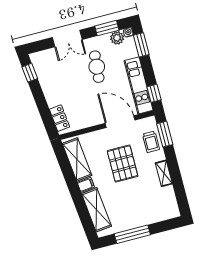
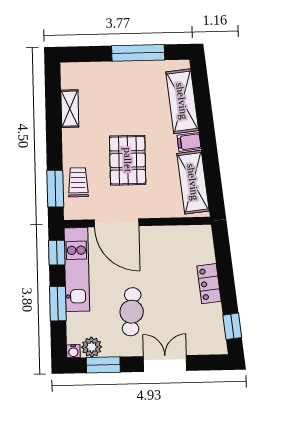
window: (141, 45) -> (58, 304), moved
locker: (59, 118) -> (209, 284), moved
shelving: (164, 173) -> (70, 109), moved

